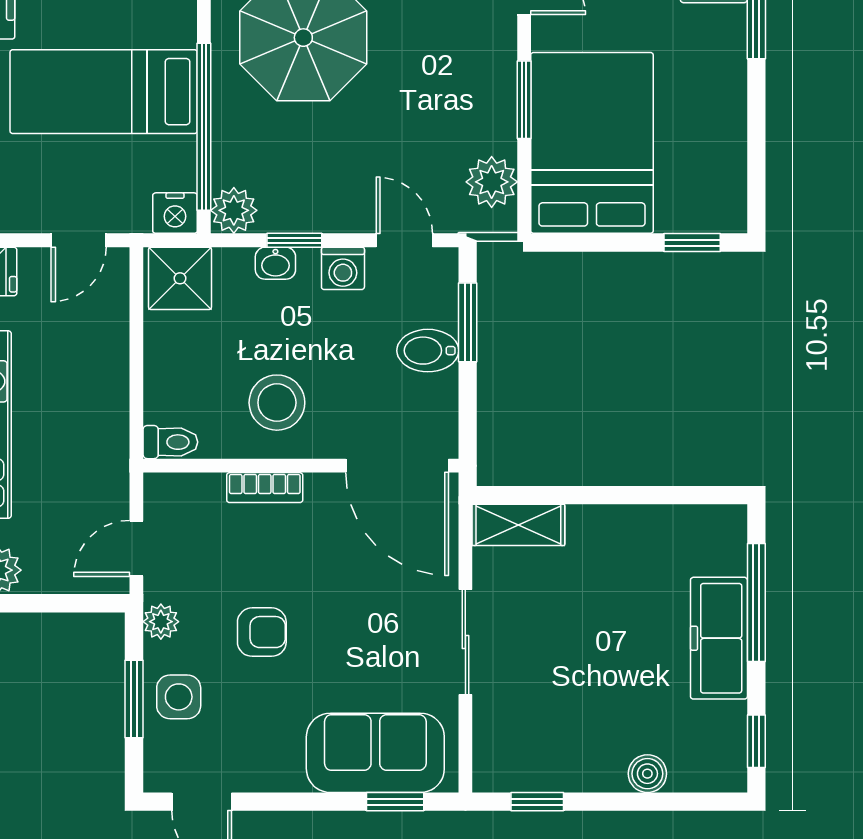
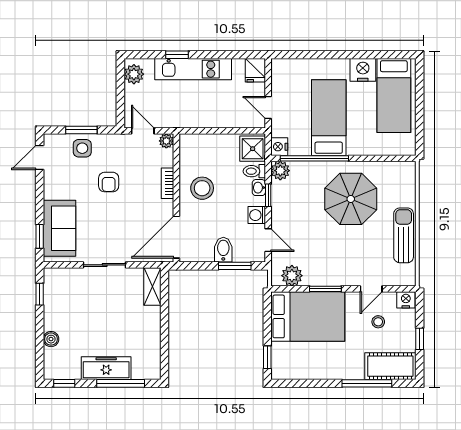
door: (404, 240) -> (268, 240), hinge flipped
toilet: (170, 442) -> (254, 171), moved, turned 90
plant: (161, 622) -> (166, 141), moved

